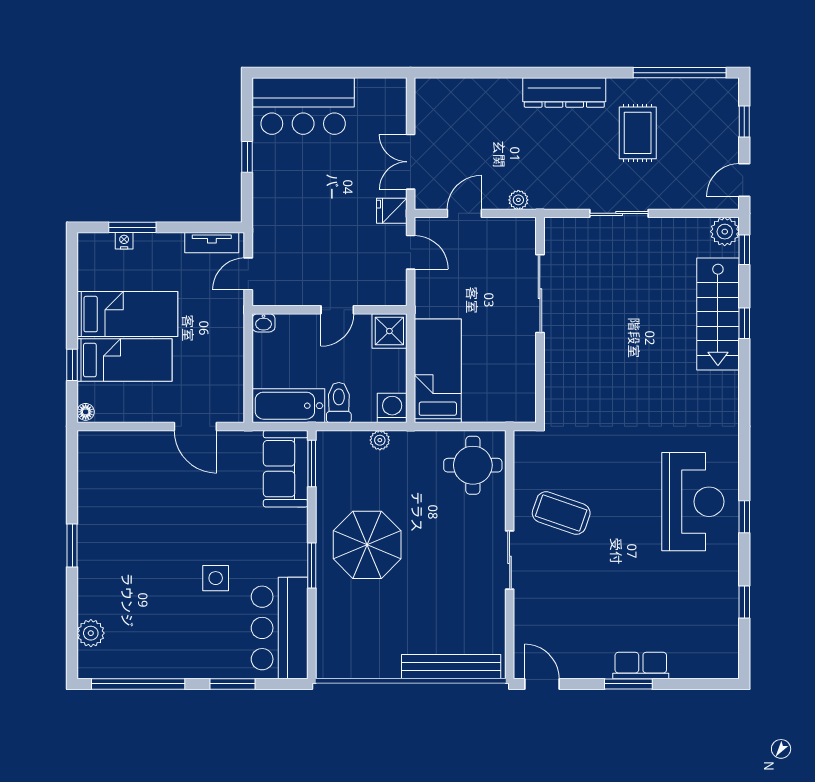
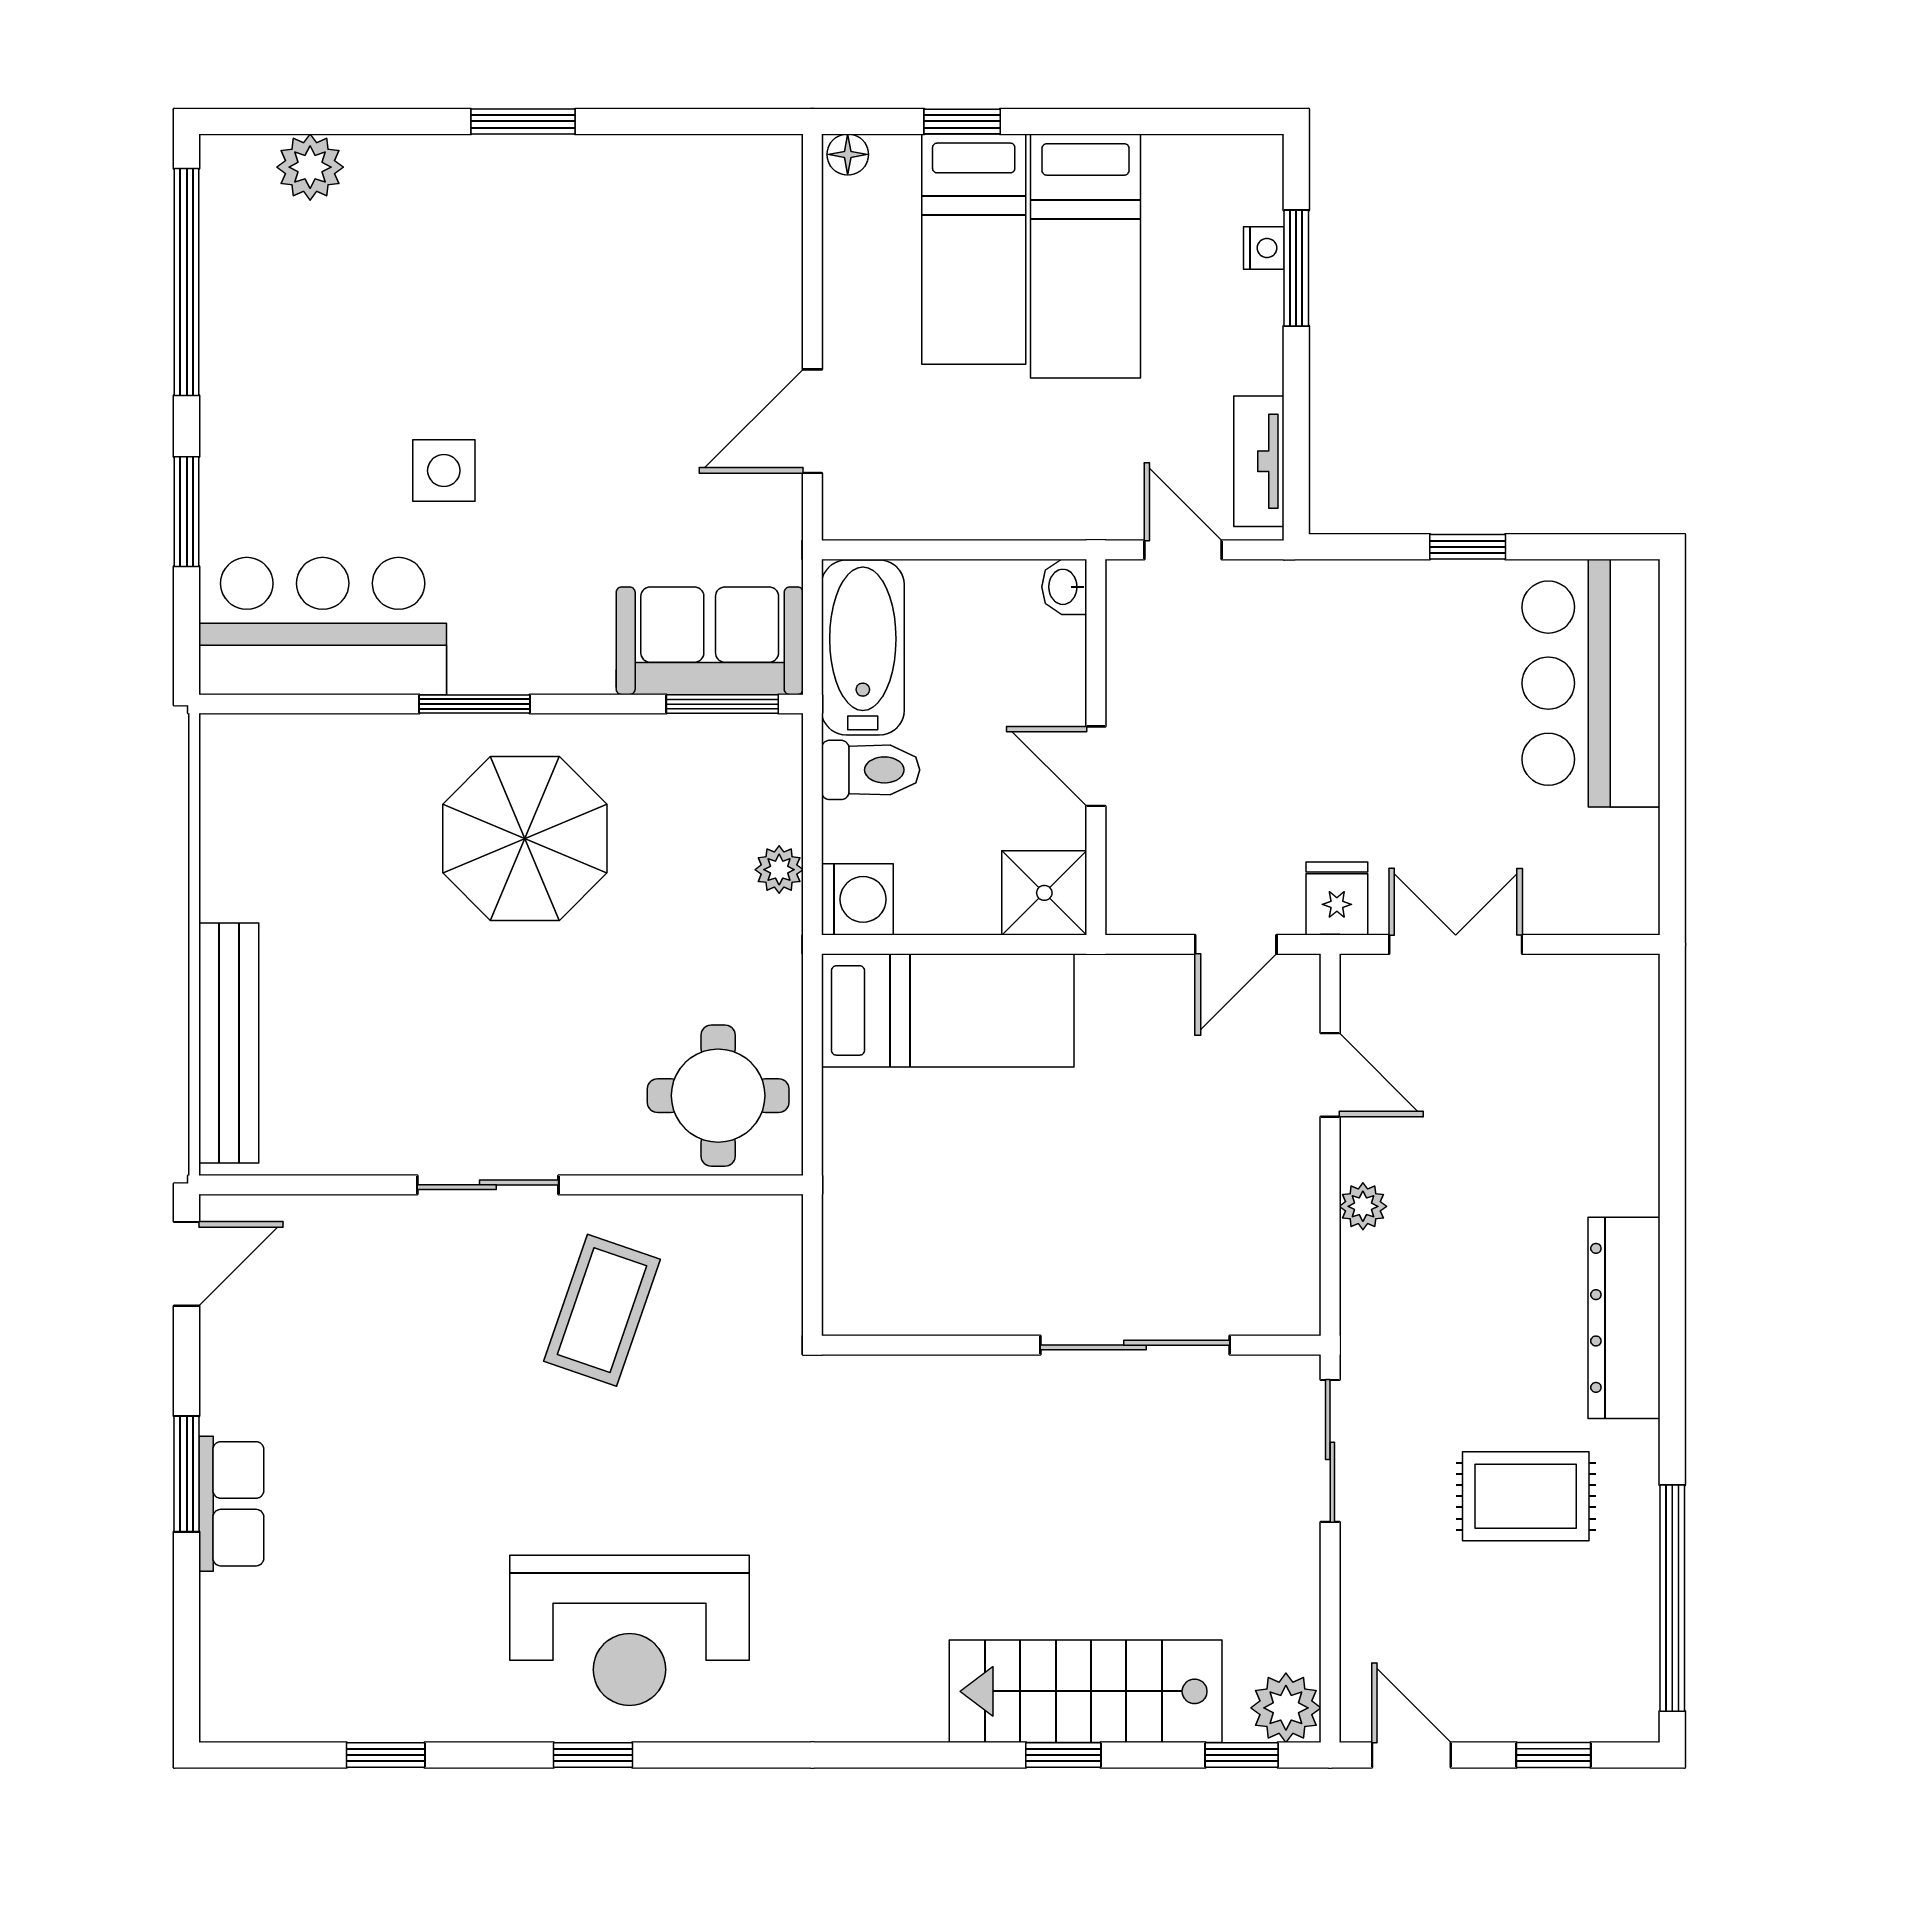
sliding door: (540, 294) -> (1135, 1345), moved
wall: (540, 320) -> (1071, 1345), moved

